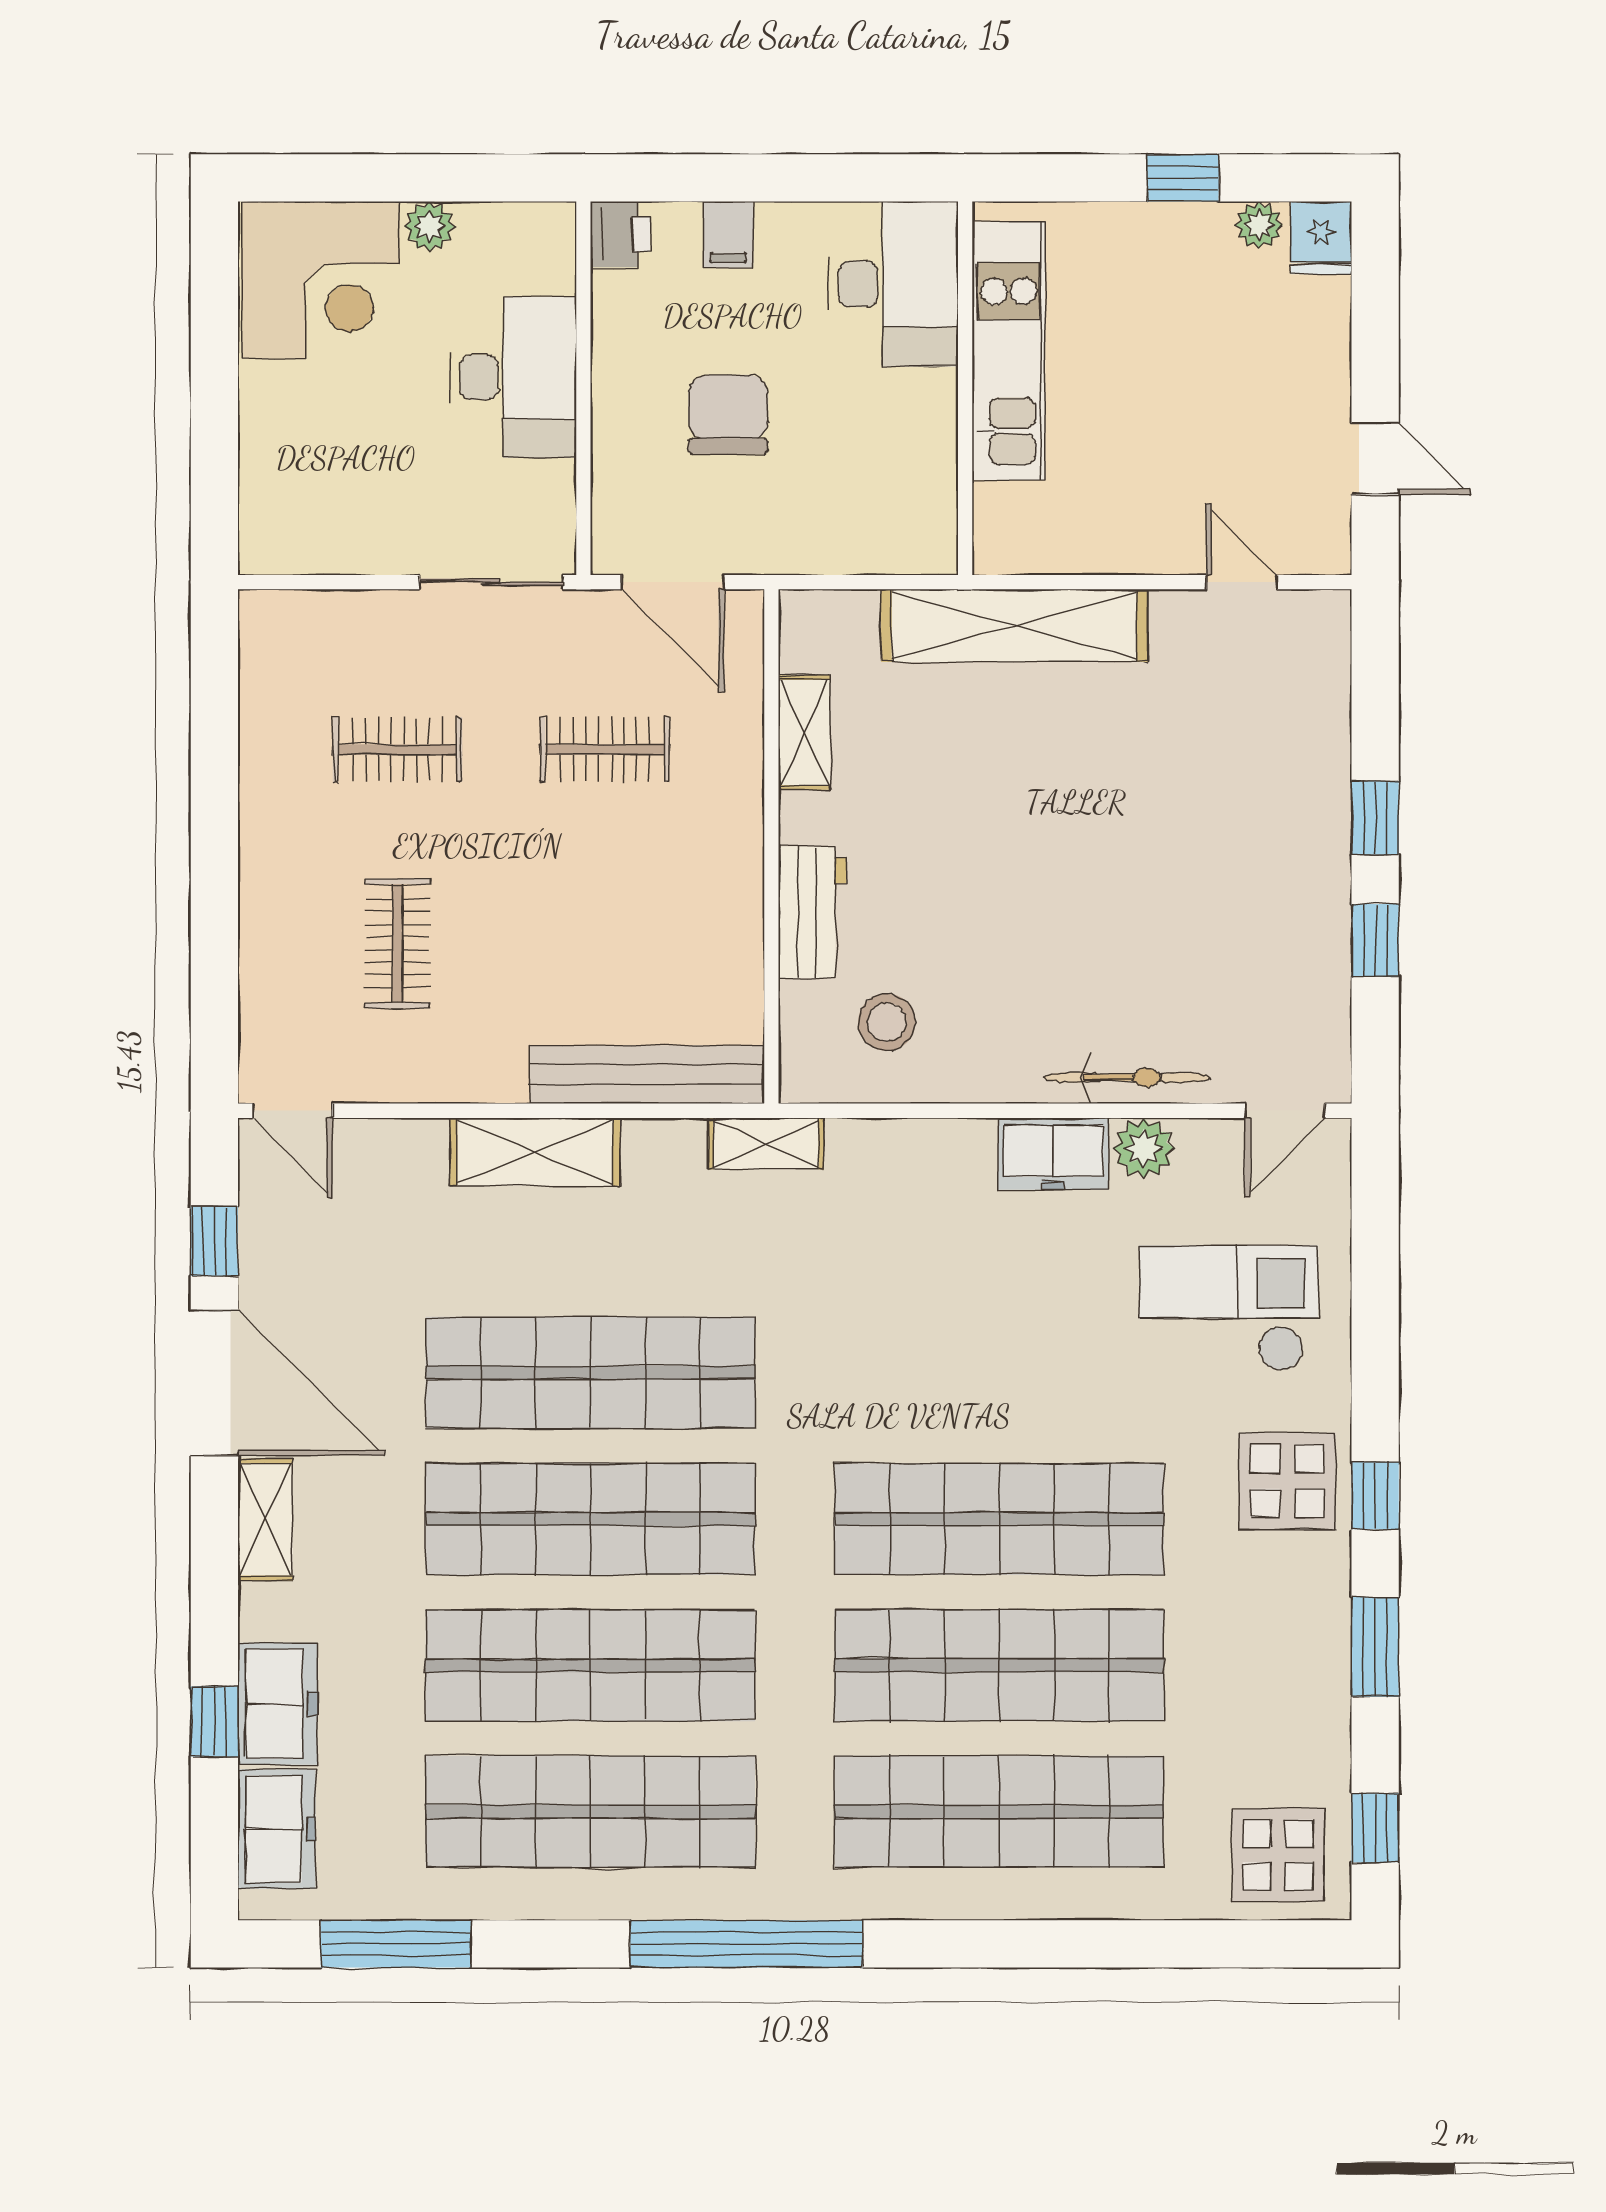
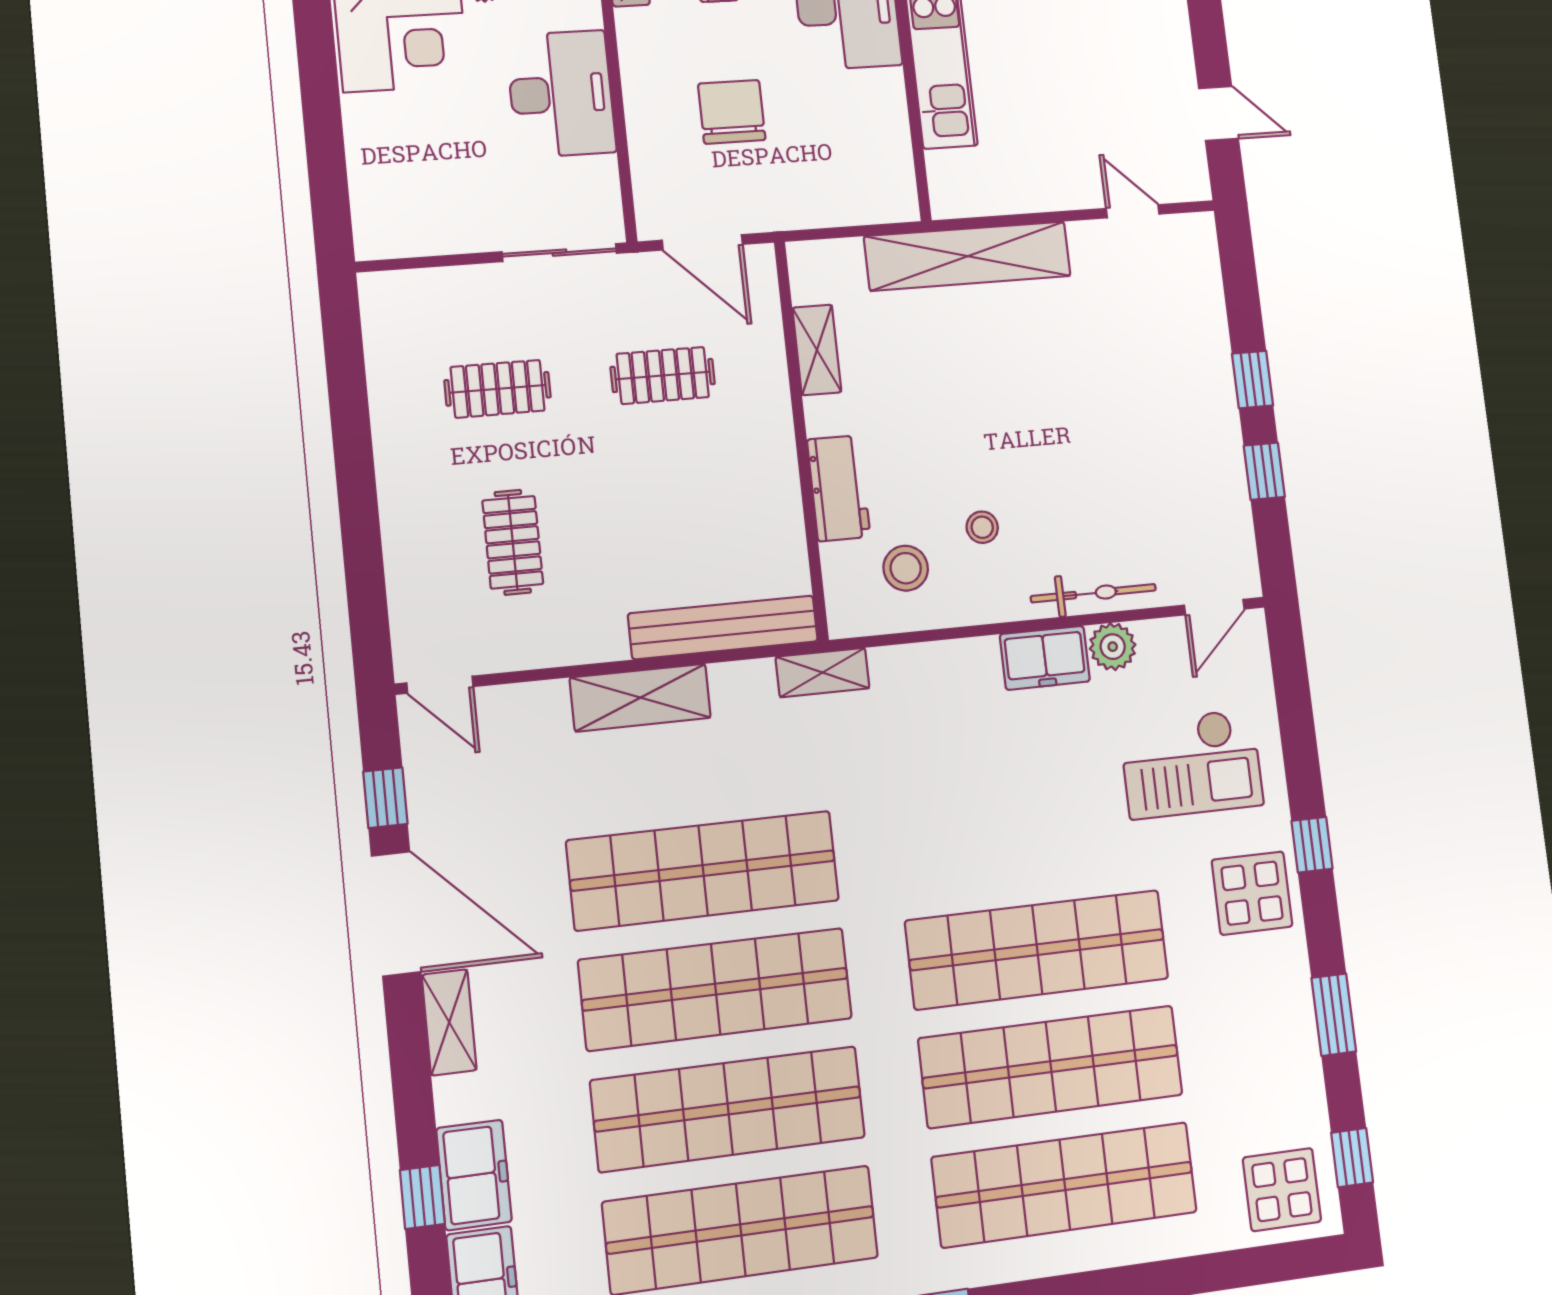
stool: (992, 979) -> (982, 527), added
checkout: (1229, 1308) -> (1191, 764), turned 180
window: (1375, 1496) -> (1312, 845), moved

